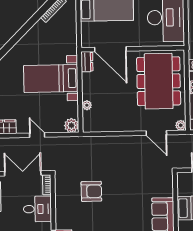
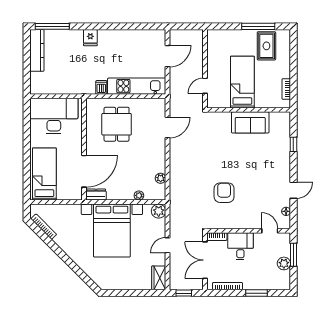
bed with nightstands: (51, 78) -> (112, 231), width x1.36
dining table: (159, 81) -> (117, 124), width x0.53, depth x0.80
plant: (181, 125) -> (161, 178), moved

